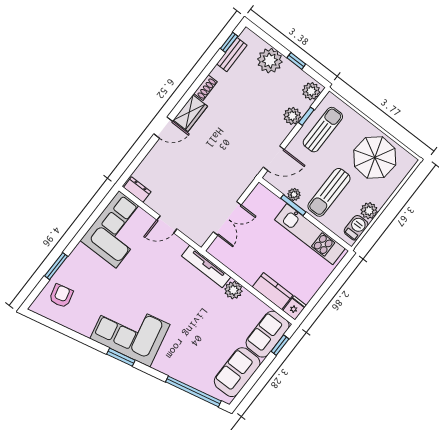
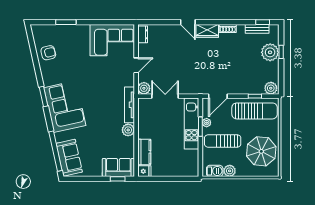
window: (296, 61) -> (281, 52), moved
plant: (292, 116) -> (144, 88), moved
sun lounger: (323, 130) -> (255, 111), width x1.36, depth x1.34
door: (274, 158) -> (218, 96), hinge flipped
double door: (227, 218) -> (165, 96), swing flipped
door: (167, 224) -> (136, 65), swing flipped
kitchen unit: (310, 234) -> (191, 123), moved
armchair: (61, 296) -> (48, 53), moved
corner sofa: (130, 332) -> (65, 107), moved
sofa: (237, 372) -> (69, 158), moved, turned 78

